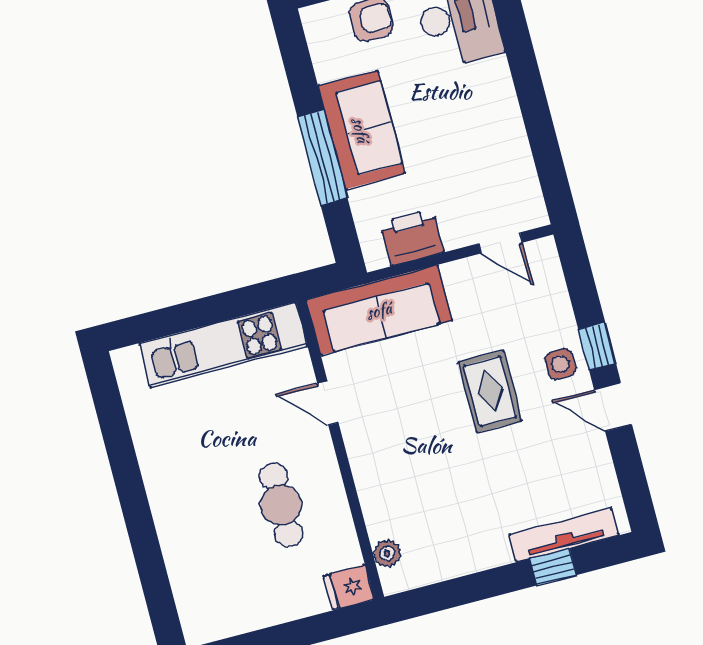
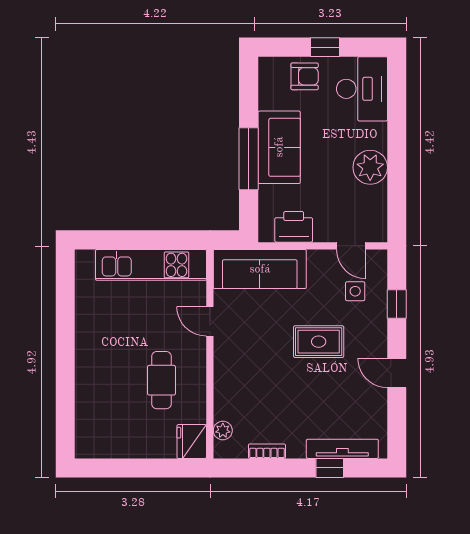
plant: (498, 124) -> (370, 167), added
window: (597, 346) -> (397, 304), moved
side table: (560, 364) -> (355, 291), moved
rug: (490, 391) -> (319, 342), turned 90
bookcase: (458, 566) -> (267, 451), added
fridge: (349, 587) -> (192, 442), width x1.38

